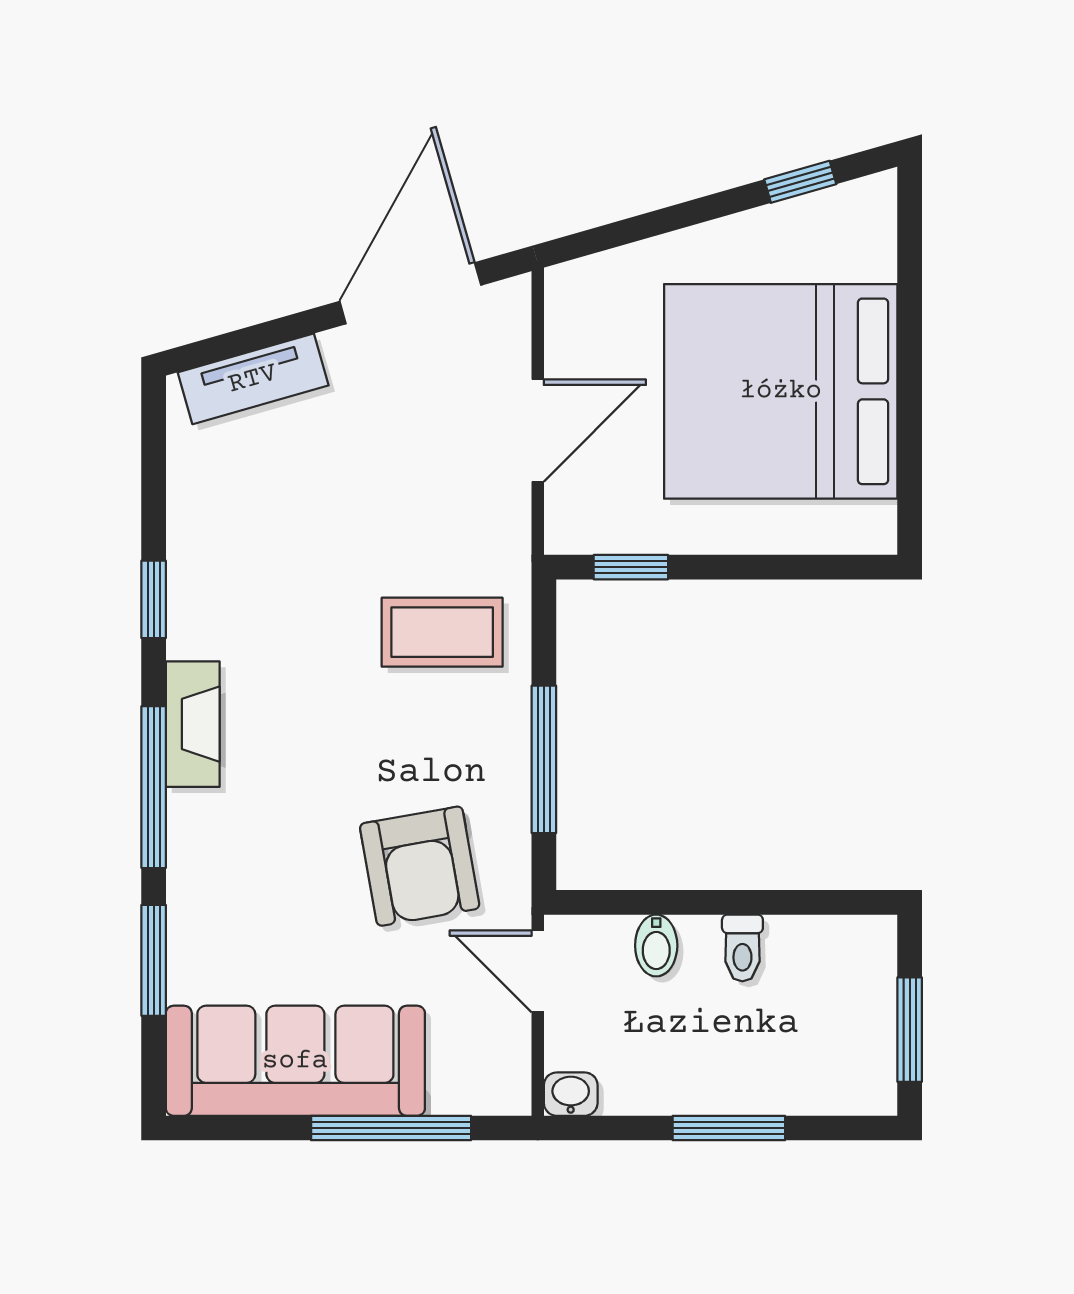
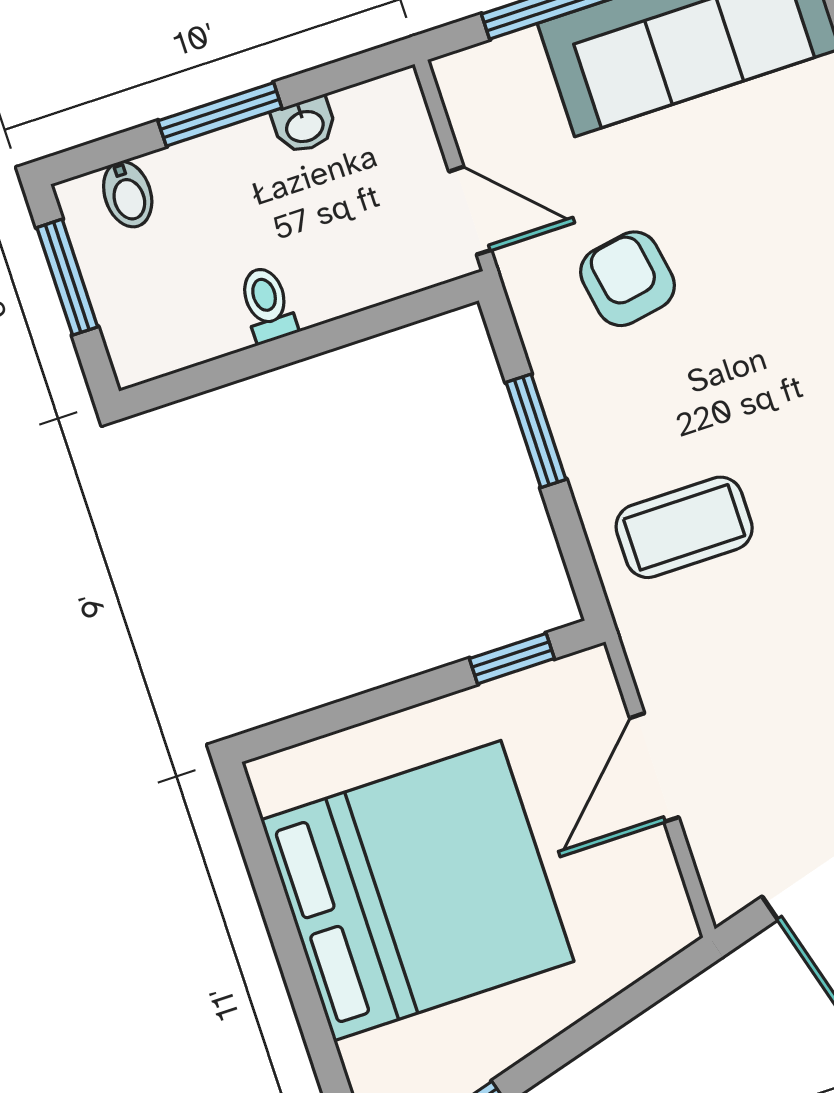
window: (544, 759) -> (536, 431), width x0.69
armchair: (420, 866) -> (628, 279), width x0.72, depth x0.72
bidet: (656, 946) -> (128, 194), moved, turned 180
washbasin: (571, 1094) -> (304, 125), moved

